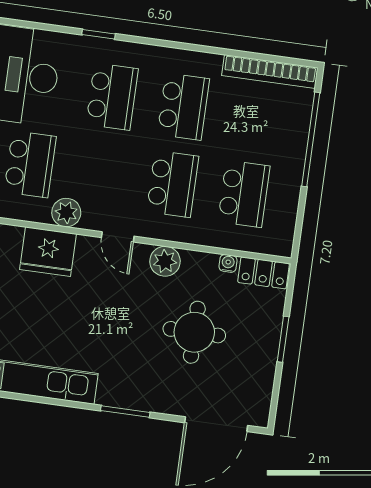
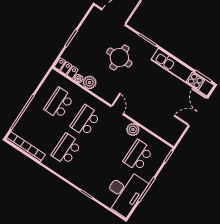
school desk: (112, 97) -> (93, 167), removed
fridge: (48, 252) -> (148, 117), removed
plant: (165, 261) -> (90, 82), moved
round table: (194, 332) -> (119, 58), moved

